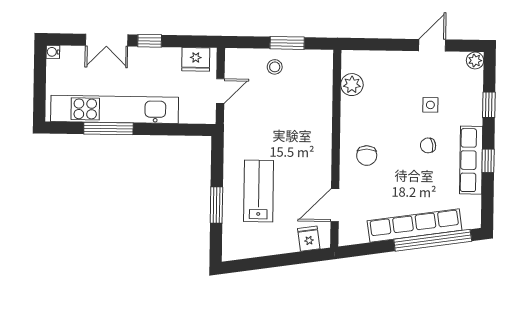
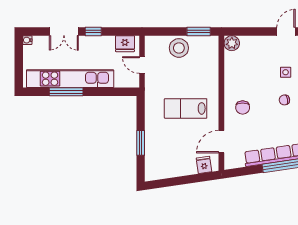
window: (287, 43) -> (199, 32), moved
stool: (275, 67) -> (179, 48), width x1.89, depth x1.89
plant: (352, 85) -> (232, 43), moved
door: (220, 91) -> (142, 65), swing flipped
lab bench: (259, 191) -> (186, 108), moved, turned -90

